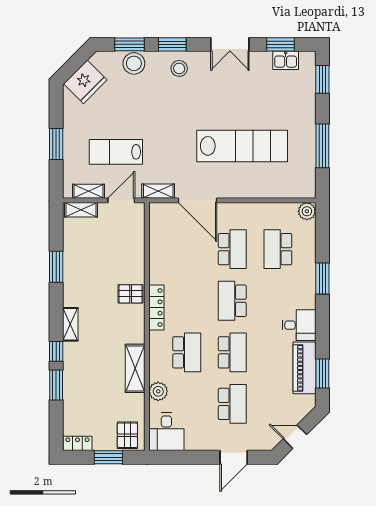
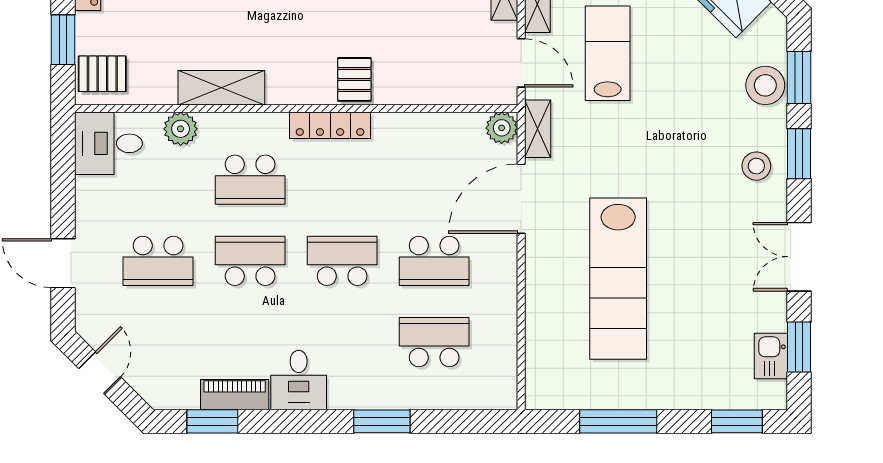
plant: (307, 211) -> (502, 128), moved
school desk: (232, 352) -> (250, 261), turned 180
piano: (304, 368) -> (235, 395), width x0.73, depth x0.75

